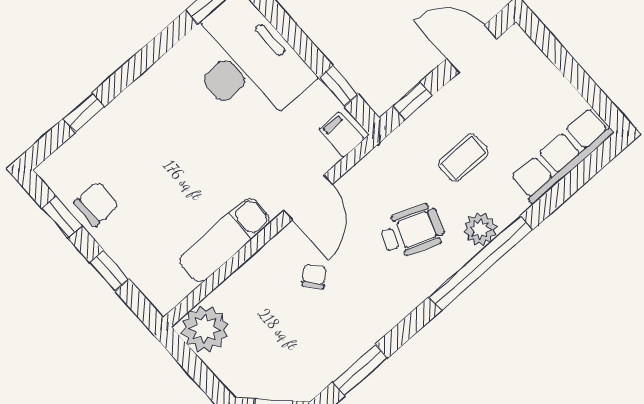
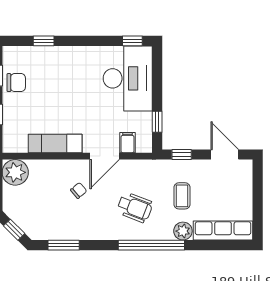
filing cabinet: (342, 135) -> (127, 143), moved
coffee table: (463, 158) -> (182, 196), turned 90
plant: (480, 229) -> (183, 231), moved

